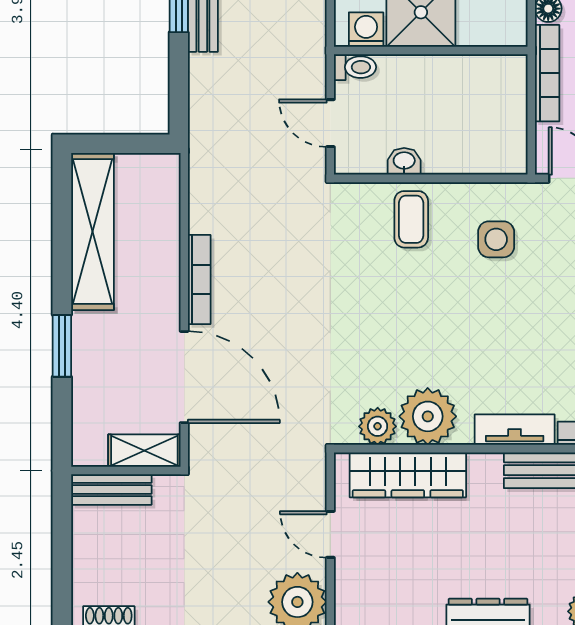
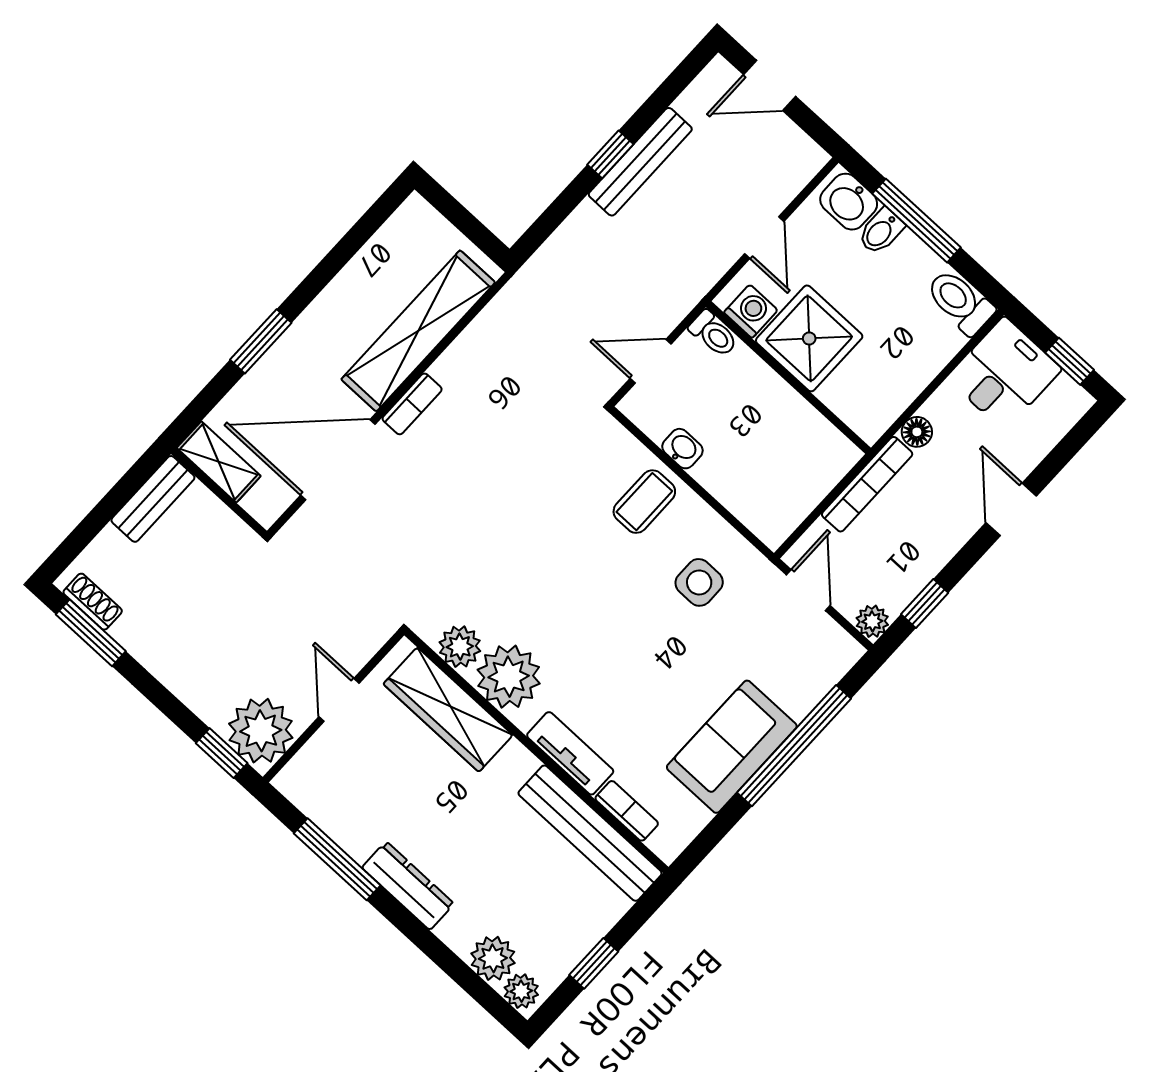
door: (330, 123) -> (651, 361), hinge flipped
shelving: (92, 231) -> (418, 331), moved
bookcase: (199, 279) -> (412, 404), width x0.64
door: (184, 377) -> (338, 460), swing flipped
shelving: (144, 451) -> (219, 462), moved
bench: (111, 490) -> (153, 499), moved, turned 90

